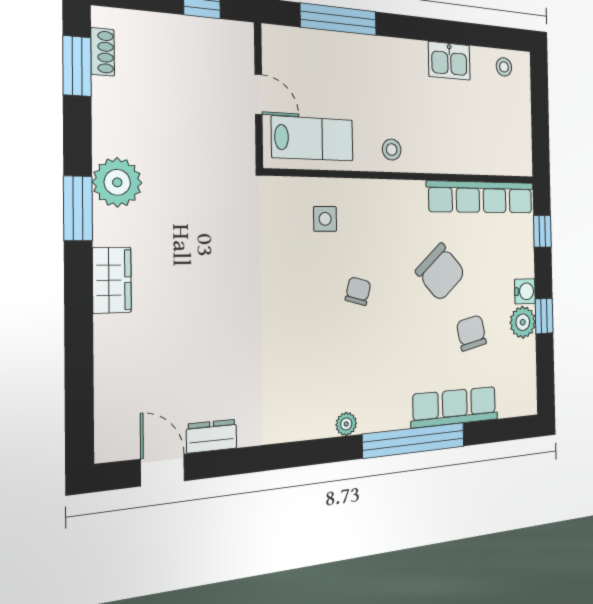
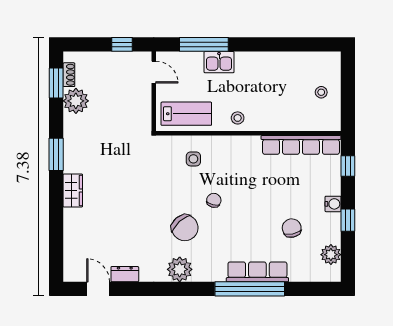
kitchen sink: (449, 61) -> (219, 62), moved
stool: (504, 67) -> (321, 92), moved
door: (258, 94) -> (154, 72), moved
plant: (117, 182) -> (76, 101), moved
chair: (441, 272) -> (185, 228), moved
plant: (523, 322) -> (331, 255), moved
row of seats: (455, 407) -> (257, 272), moved
plant: (346, 424) -> (180, 269), moved, width x1.88, depth x1.88

